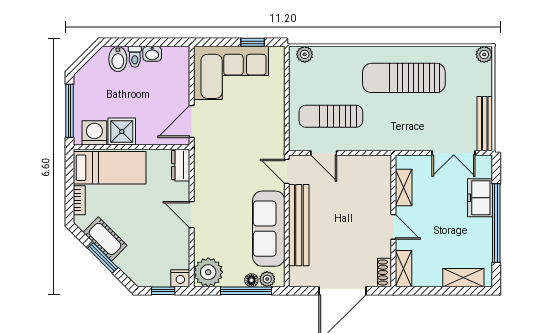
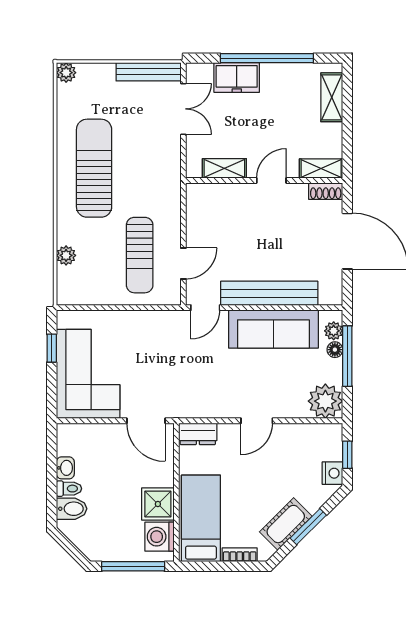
plant: (305, 54) -> (66, 255), moved
sun lounger: (404, 78) -> (94, 168), turned 180
nightstand: (180, 278) -> (332, 473), moved

